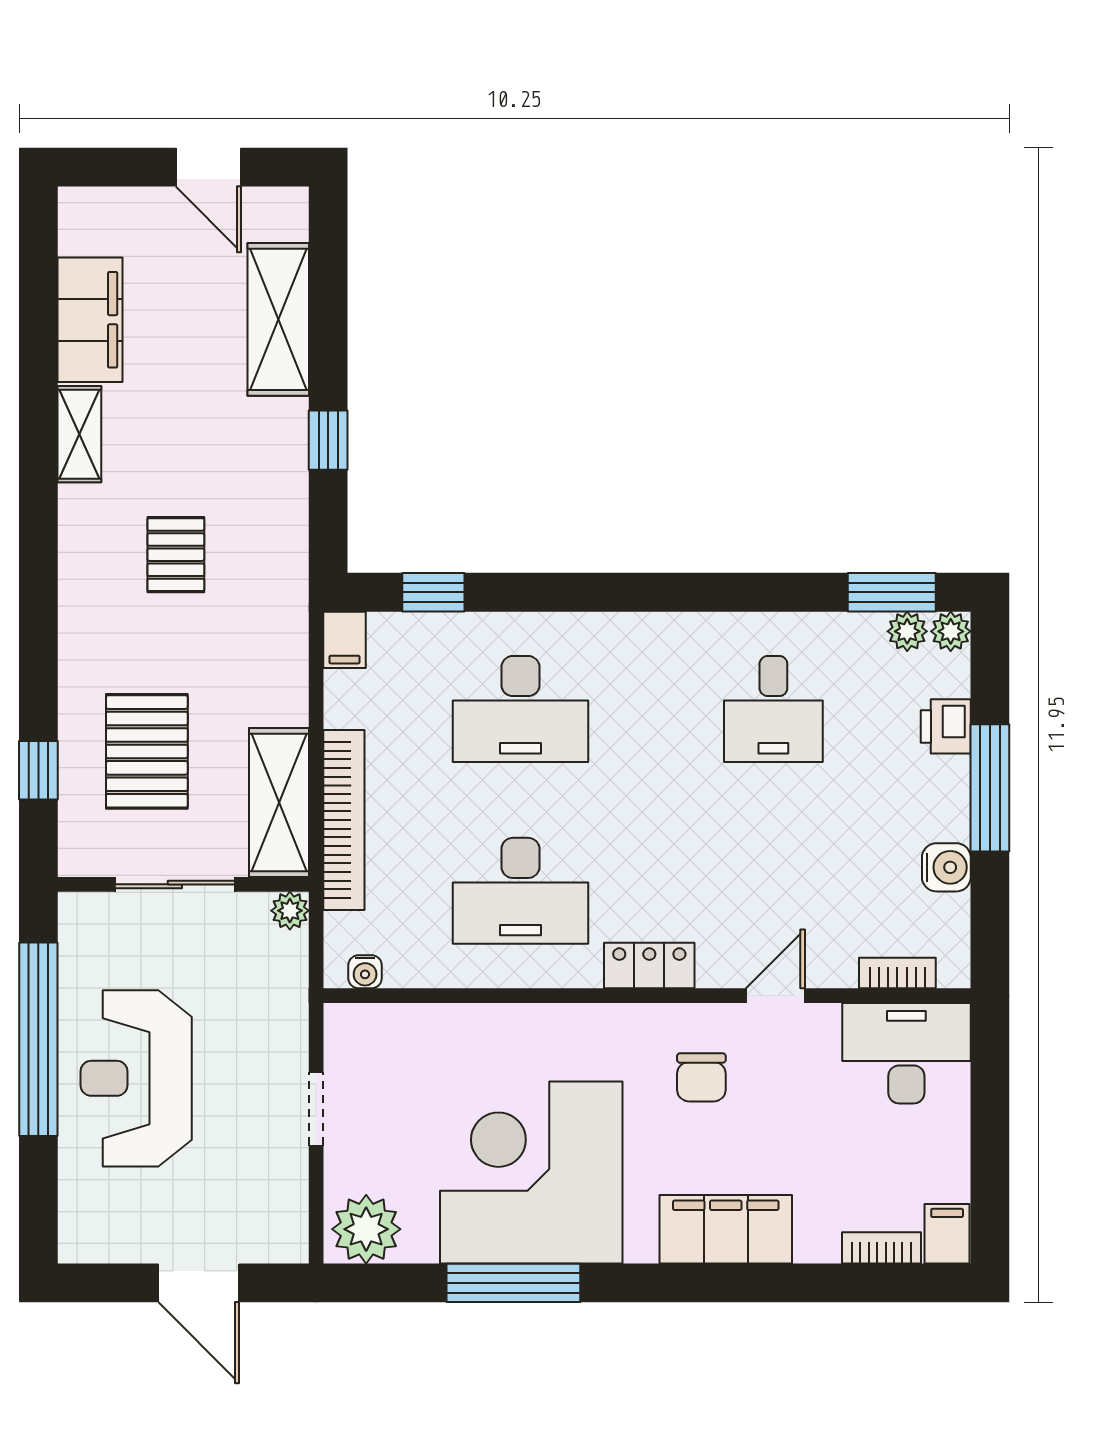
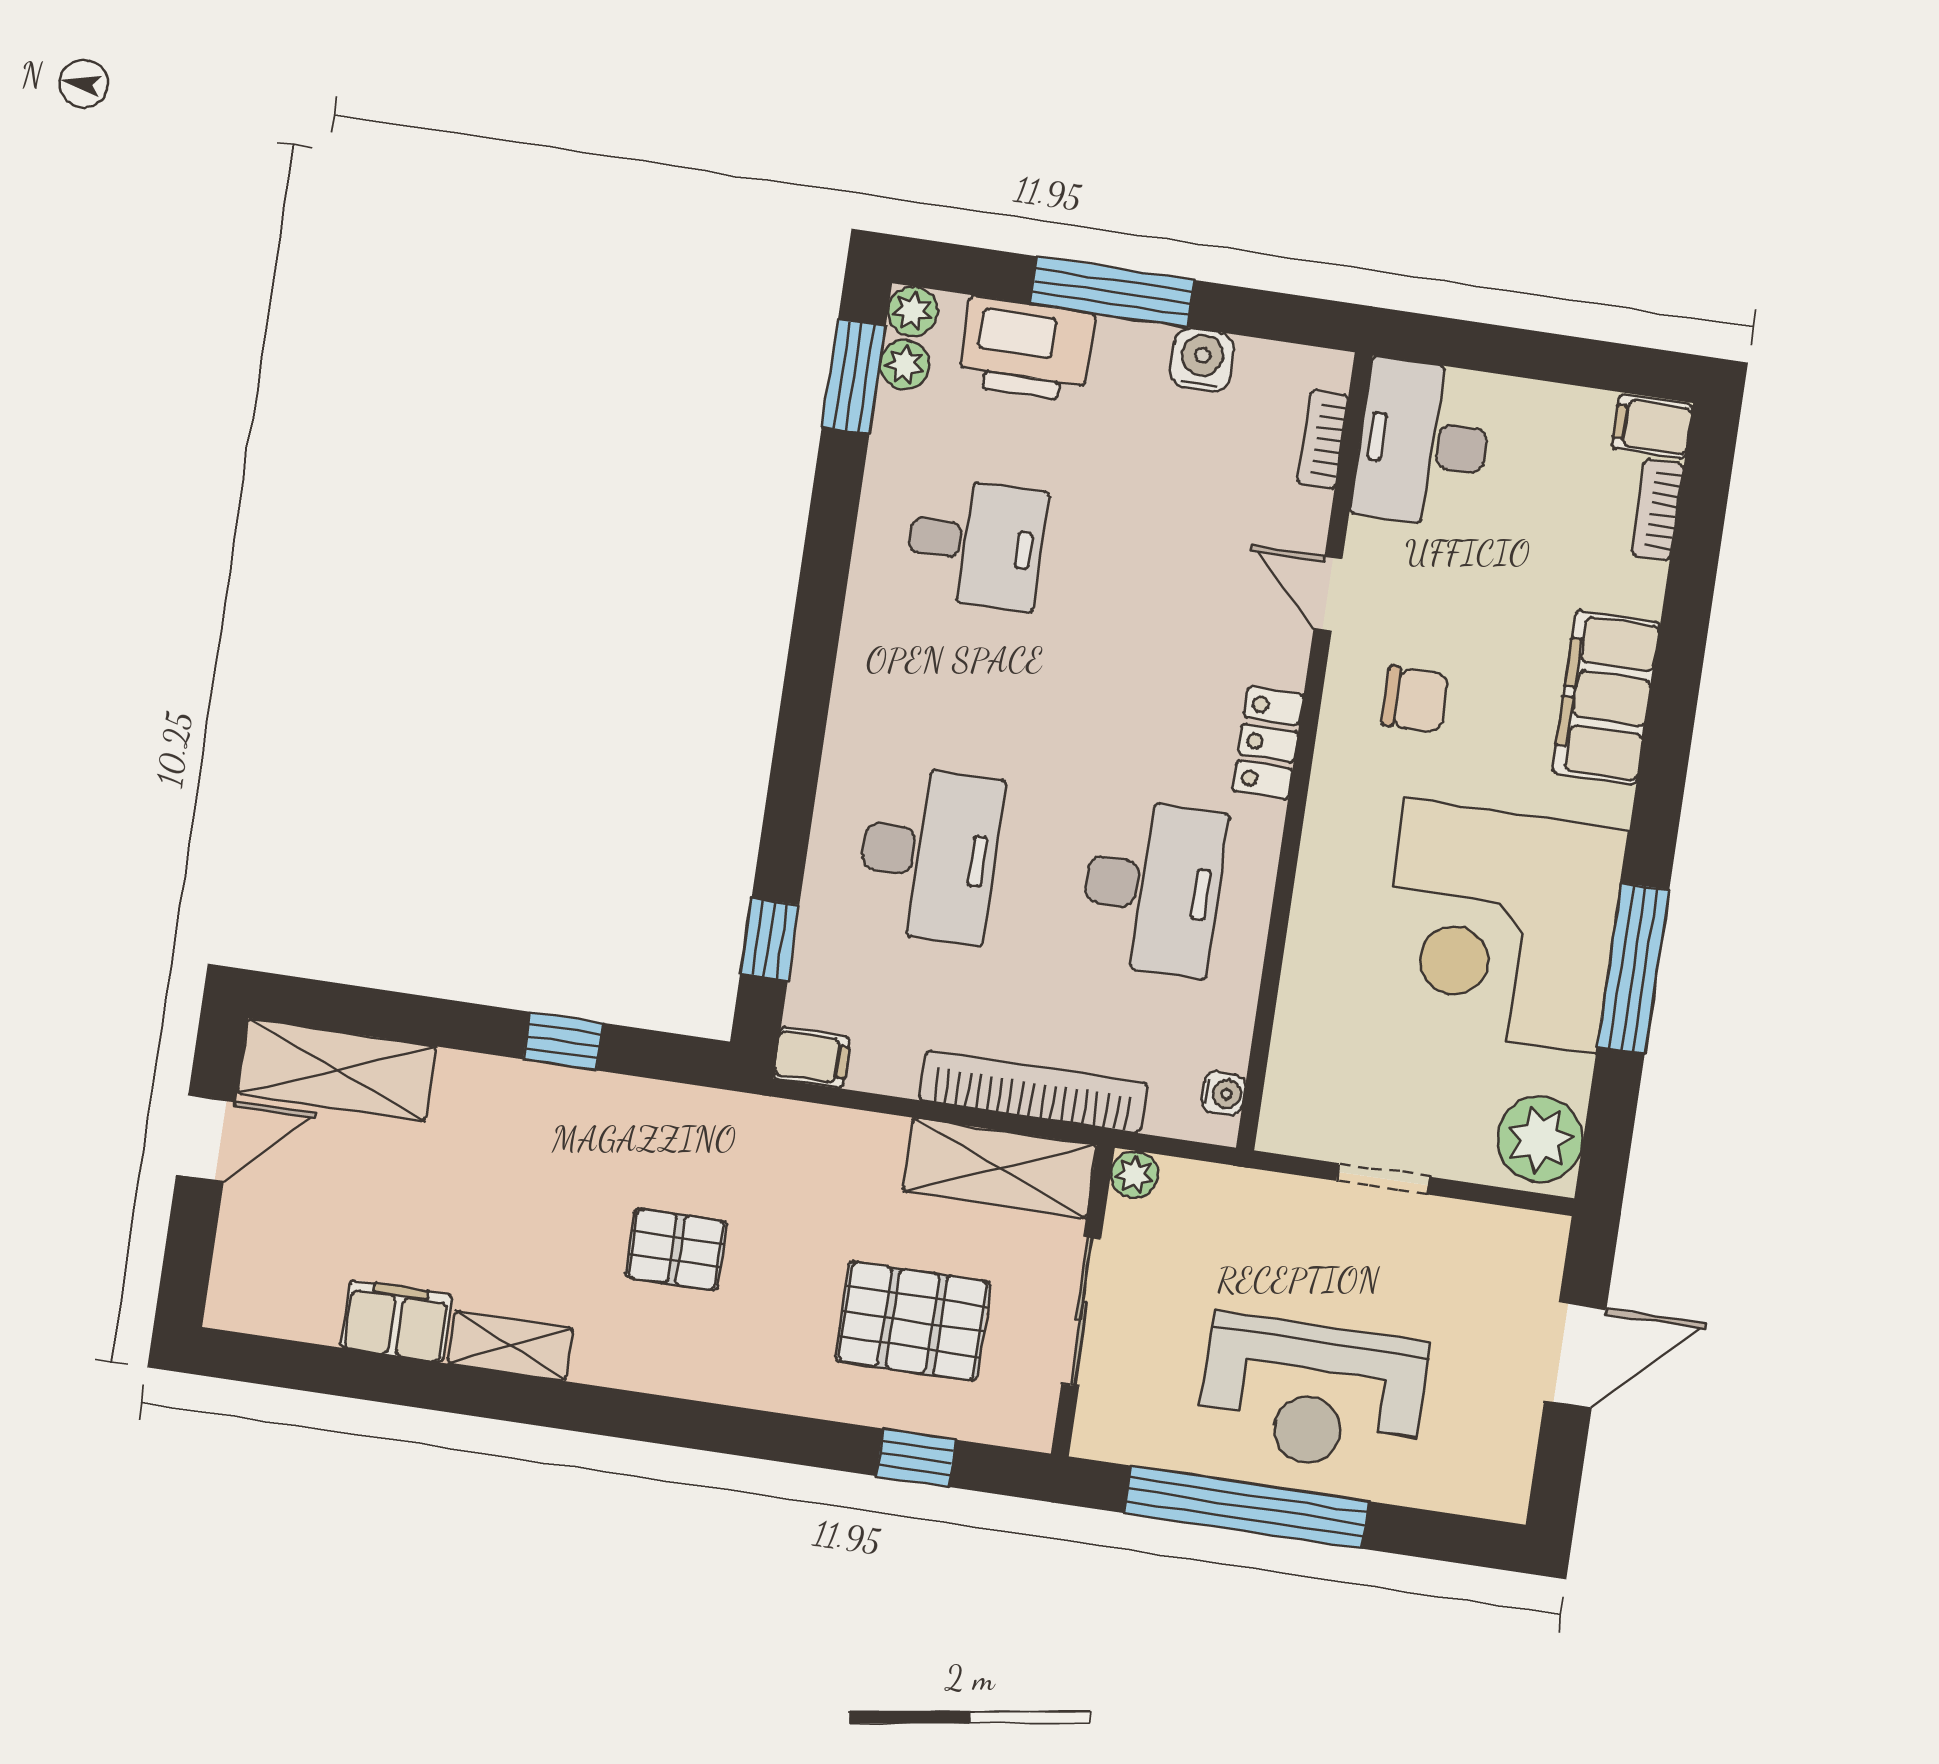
shelving: (278, 319) -> (337, 1070), moved
filing cabinet: (90, 320) -> (396, 1321), width x0.67, depth x0.86
printer: (946, 726) -> (1026, 349), width x1.87, depth x1.48

